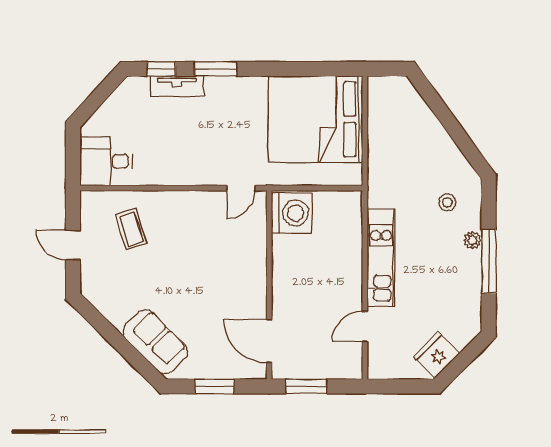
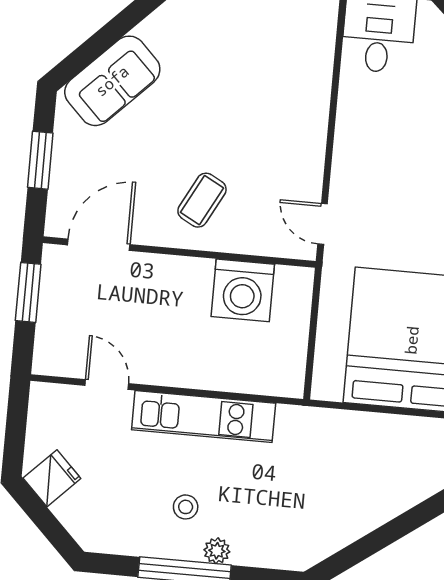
stool: (447, 202) -> (186, 507), moved
washing machine: (292, 213) -> (243, 290), moved
coffee table: (131, 229) -> (202, 200), moved, turned -44
fridge: (437, 355) -> (52, 478), width x0.72

